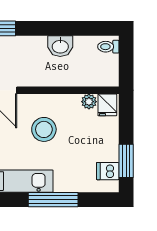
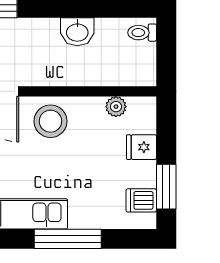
fridge: (107, 105) -> (142, 147), moved, turned 90
stool: (44, 129) -> (50, 121), moved

